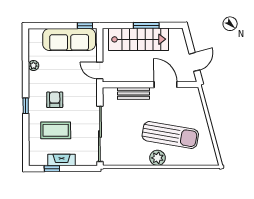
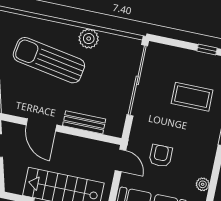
armchair: (55, 100) -> (161, 156), moved, turned 180
plant: (157, 158) -> (89, 39), moved
fireplace: (62, 160) -> (193, 58), removed

